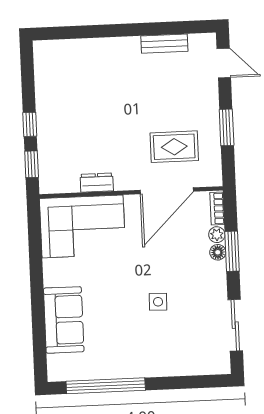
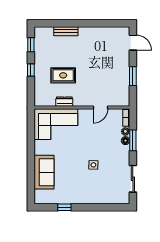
bench: (164, 44) -> (66, 31), moved
rug: (174, 147) -> (63, 75), moved
window: (32, 164) -> (31, 45), moved
door: (167, 191) -> (100, 108), width x0.53
window: (106, 386) -> (64, 207), width x0.32

